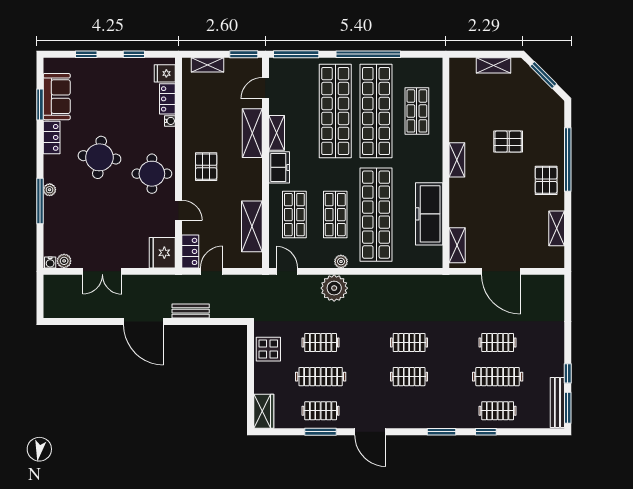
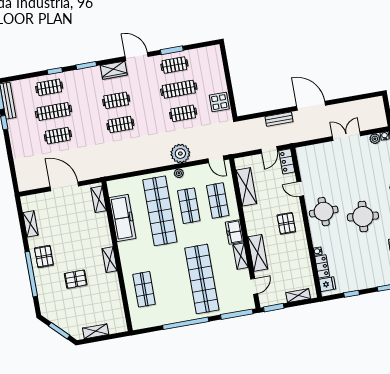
shop shelf: (376, 111) -> (173, 284), removed
fridge: (162, 253) -> (306, 157), removed
wardrobe: (264, 411) -> (114, 70), moved, turned -90

